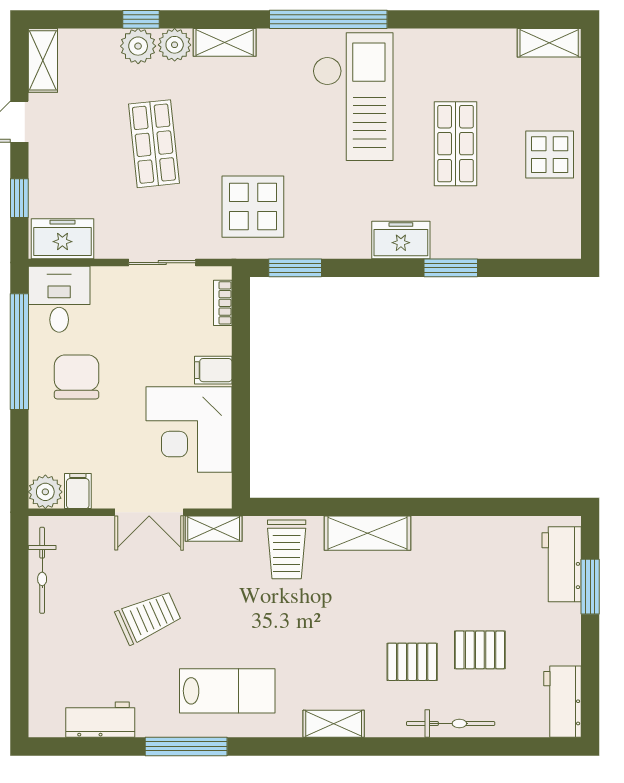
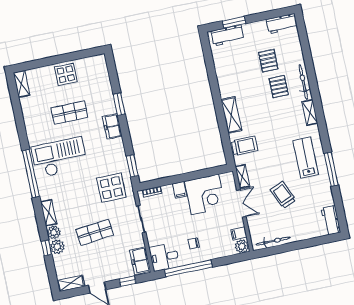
chair: (77, 377) -> (194, 244), width x0.54, depth x0.54
workbench: (100, 720) -> (331, 220), moved
bicycle: (451, 724) -> (303, 82), moved

